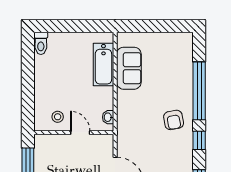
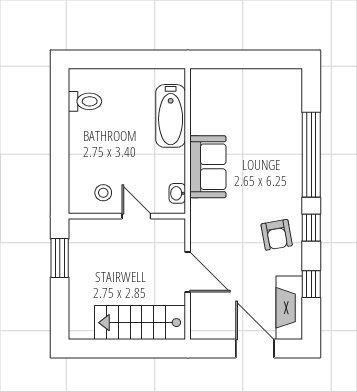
toilet: (41, 43) -> (85, 101), moved, turned -90
sofa: (129, 68) -> (208, 167), moved
armchair: (174, 120) -> (277, 235), moved

